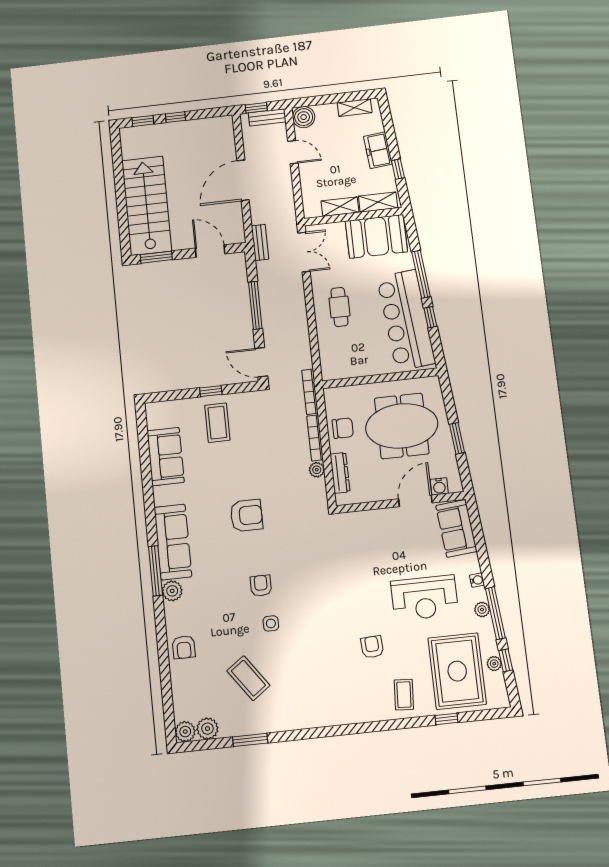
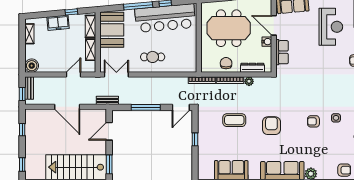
window: (175, 117) -> (22, 130), moved
door: (293, 152) -> (74, 75), moved
coffee table: (217, 423) -> (234, 120), moved
meeting table: (402, 426) -> (229, 28), turned 90
water cooler: (439, 486) -> (267, 42), moved
row of seats: (372, 520) -> (282, 52), added

